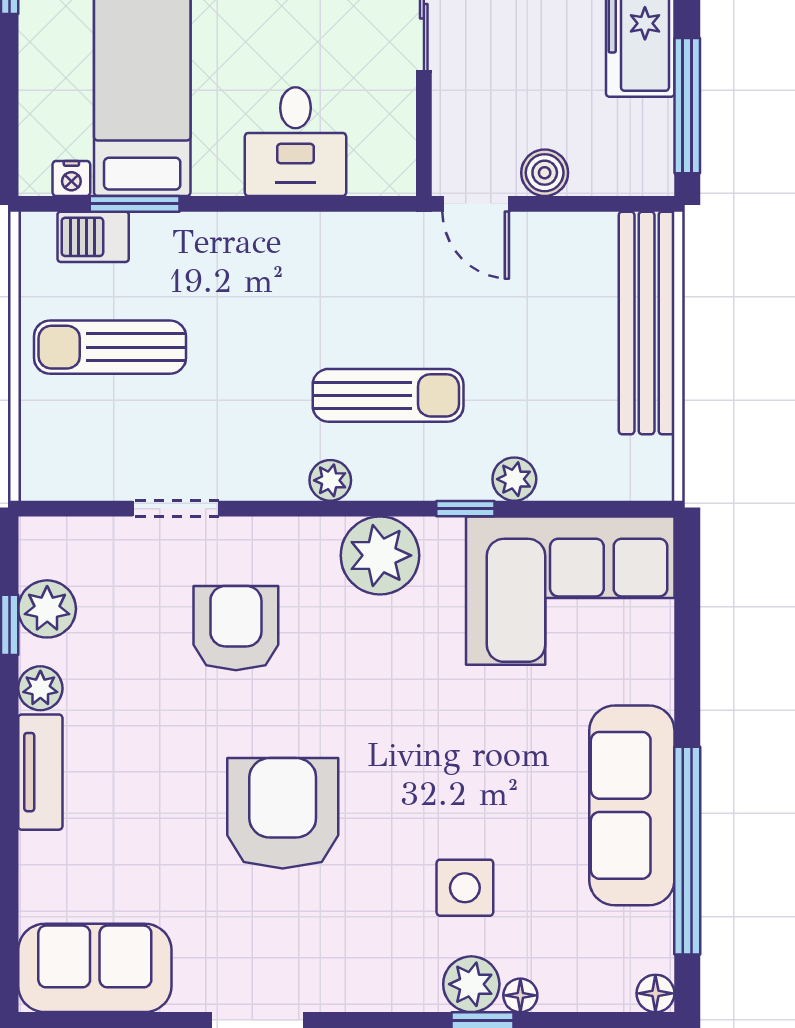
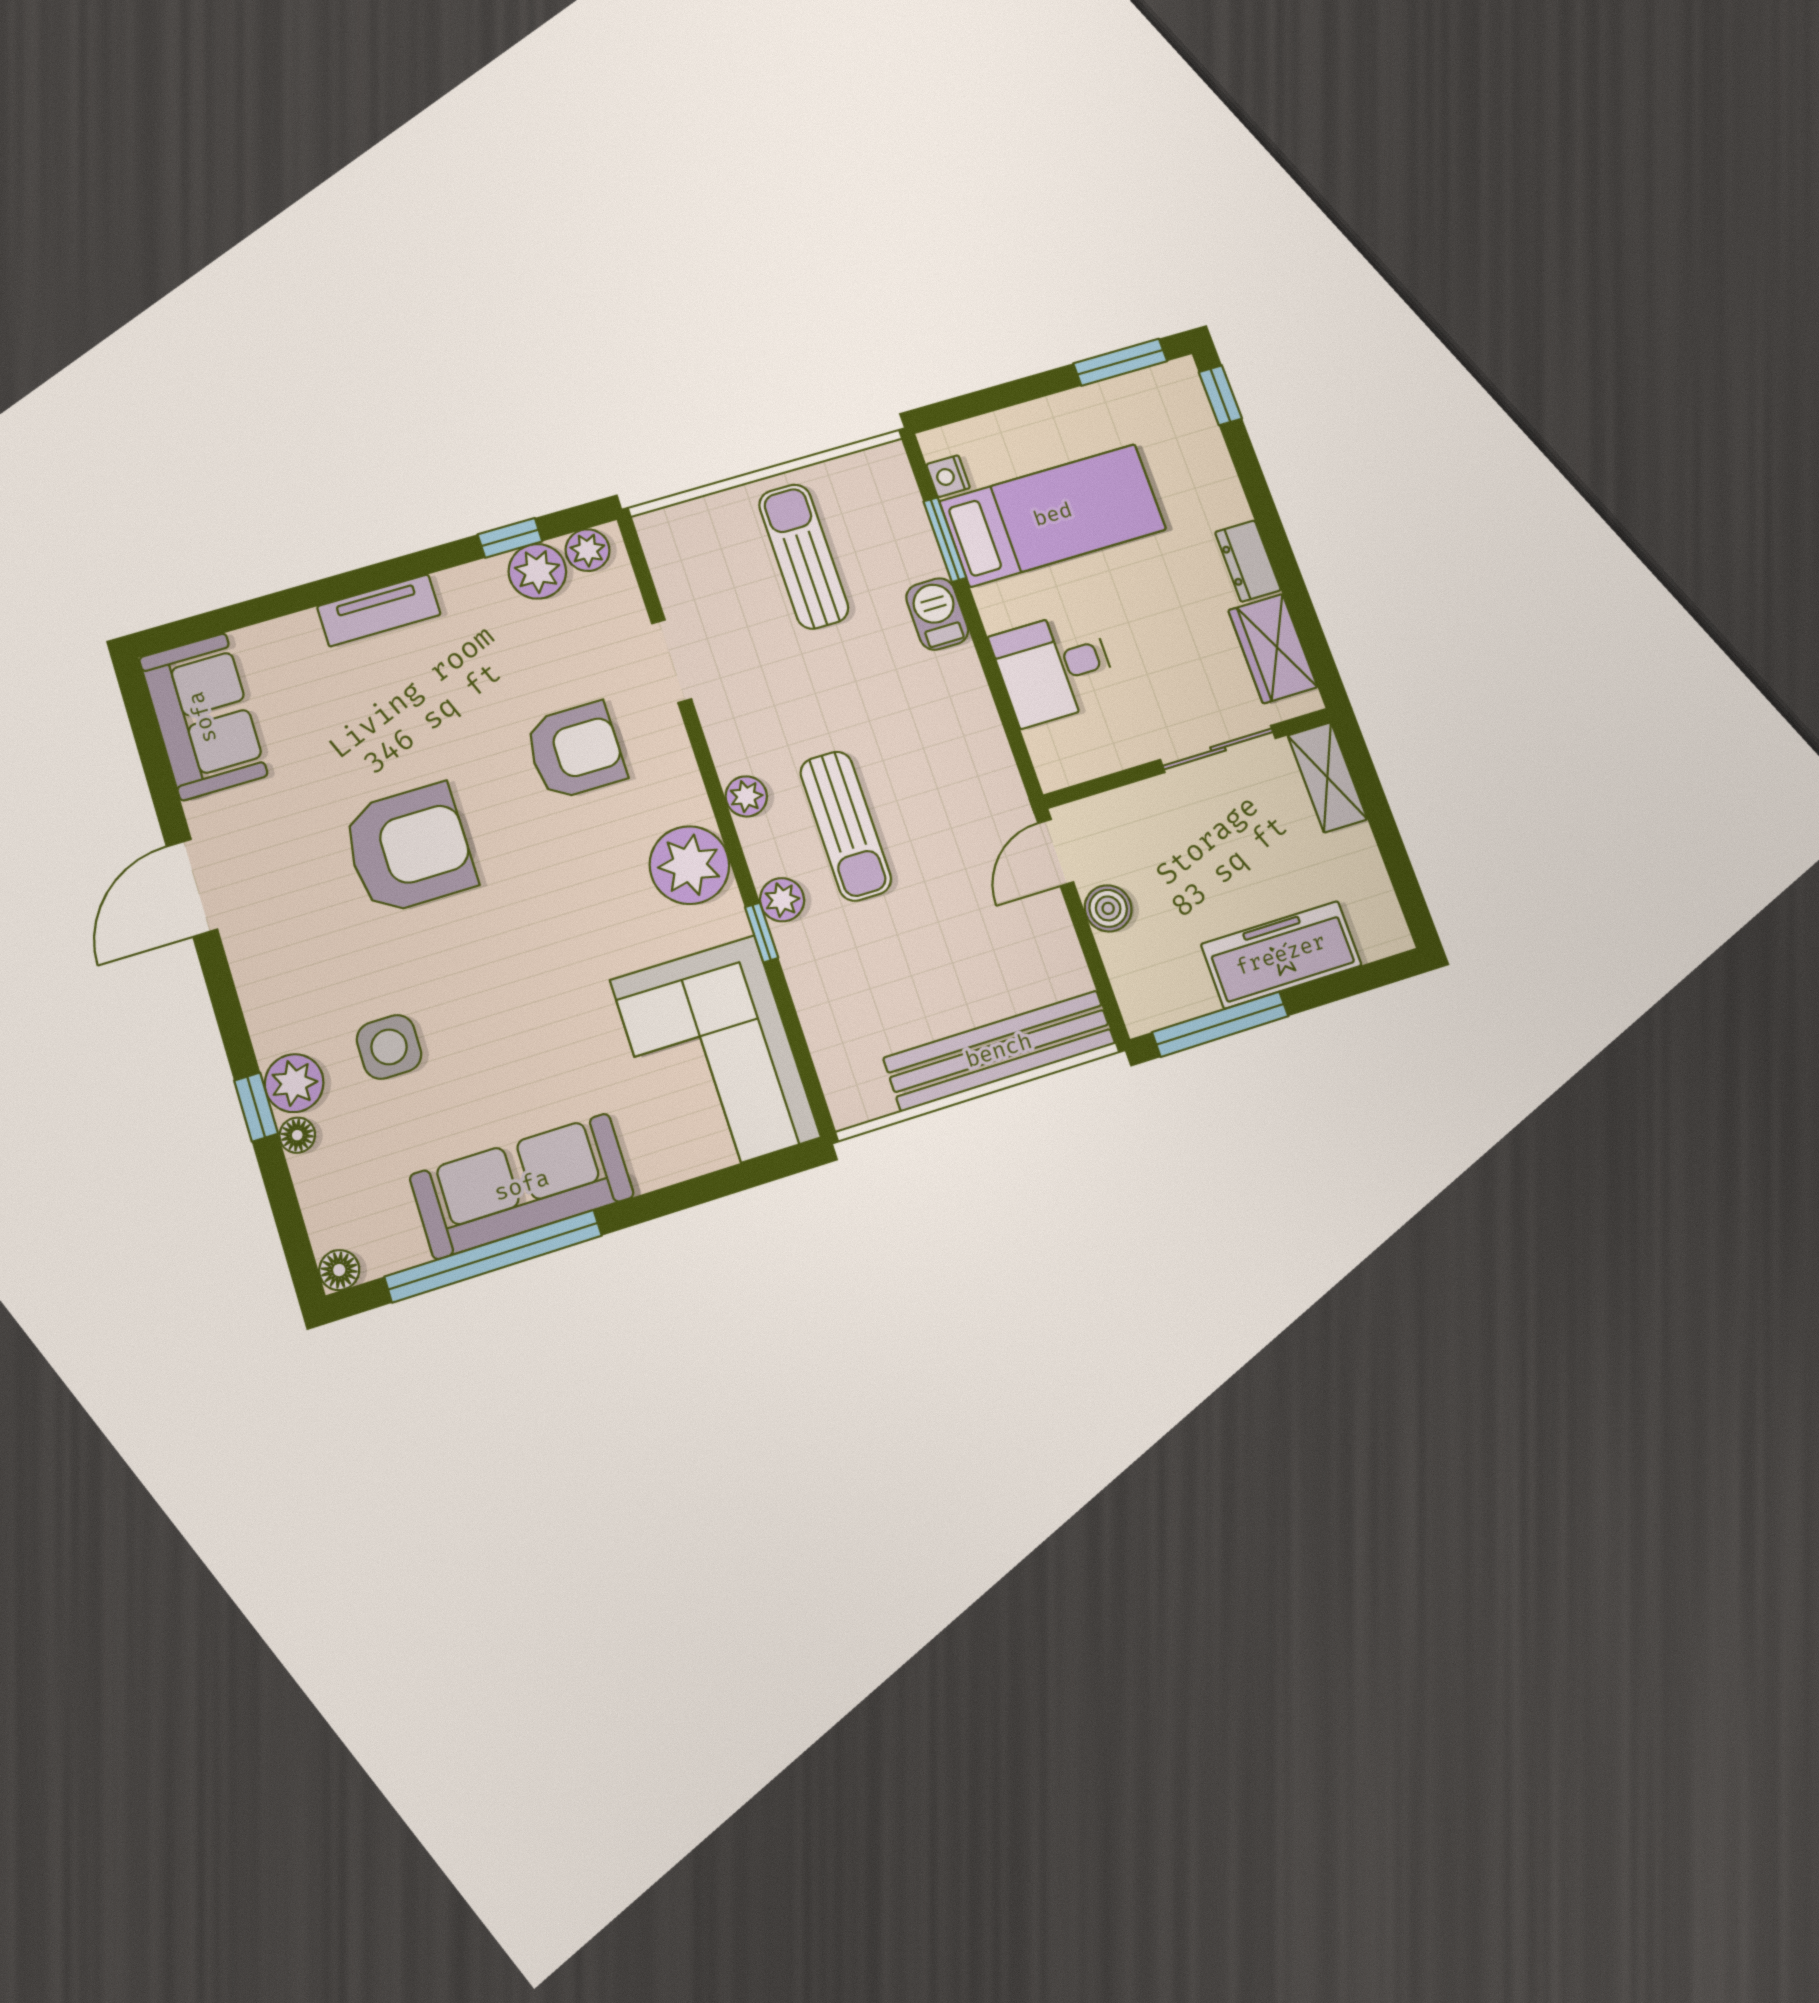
barbecue: (93, 237) -> (937, 614), moved
plant: (514, 479) -> (782, 900), moved
plant: (40, 688) -> (588, 550), moved

